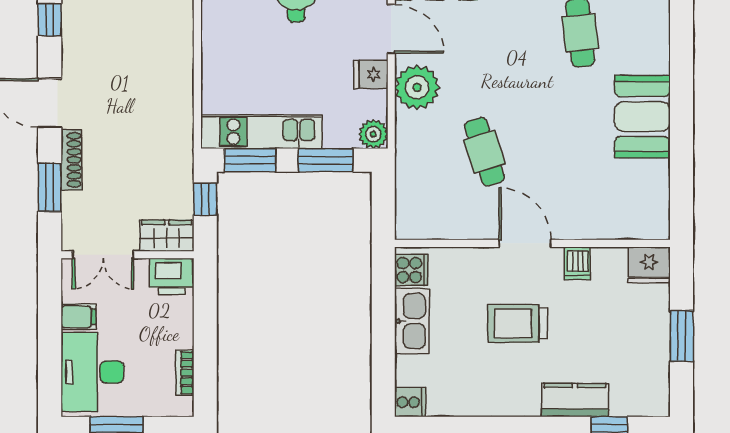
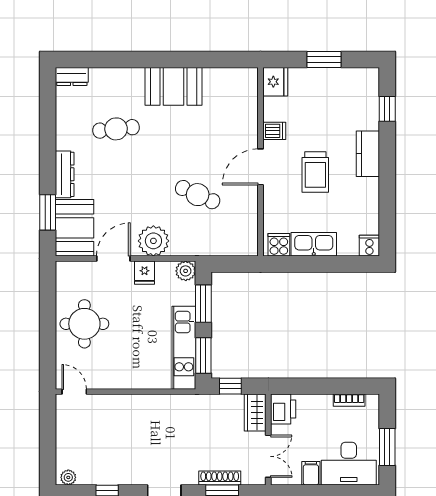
cafe table: (485, 152) -> (198, 195), turned 42
shoe rack: (71, 160) -> (220, 478), moved
kitchen counter: (575, 400) -> (368, 154), moved

